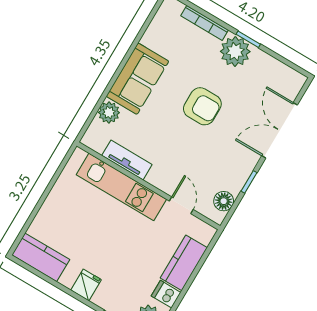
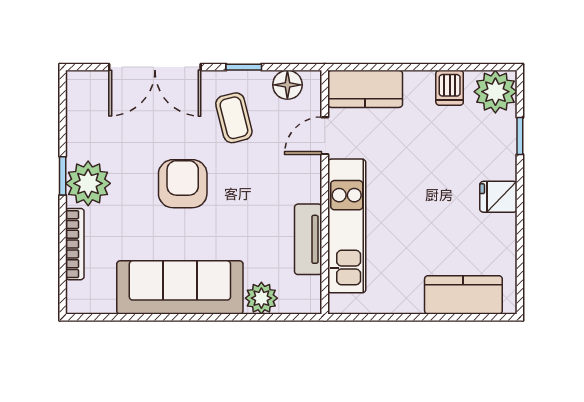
sofa: (137, 79) -> (180, 287), width x1.36
coffee table: (223, 159) -> (234, 118), added
kitchen counter: (41, 257) -> (463, 295), moved, turned 90
kitchen counter: (184, 263) -> (365, 89), moved

